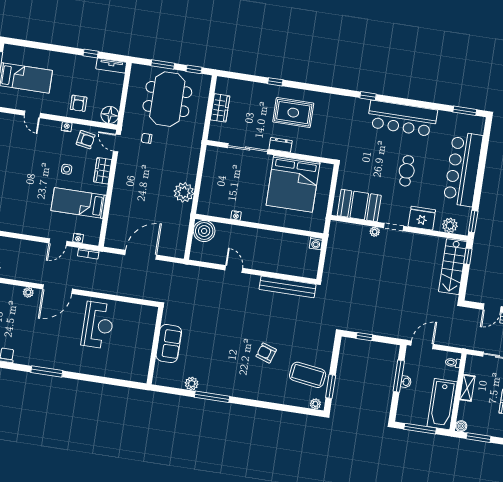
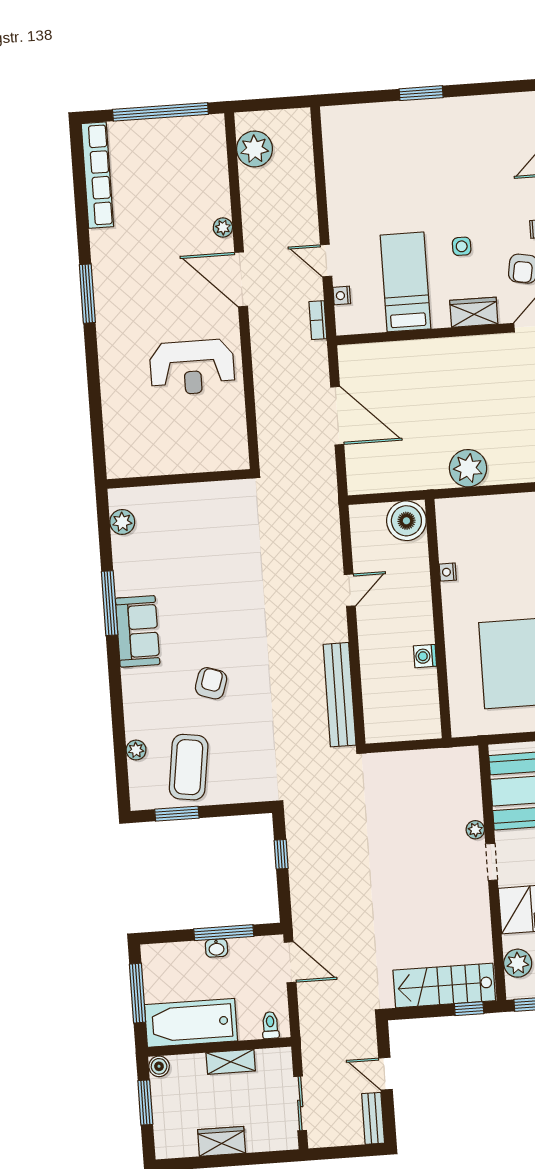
washing machine: (316, 243) -> (425, 656), moved
sofa: (169, 344) -> (138, 631), moved, turned -90
plant: (192, 384) -> (122, 522), moved
plant: (315, 404) -> (136, 750), moved

